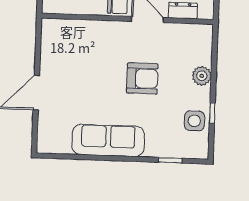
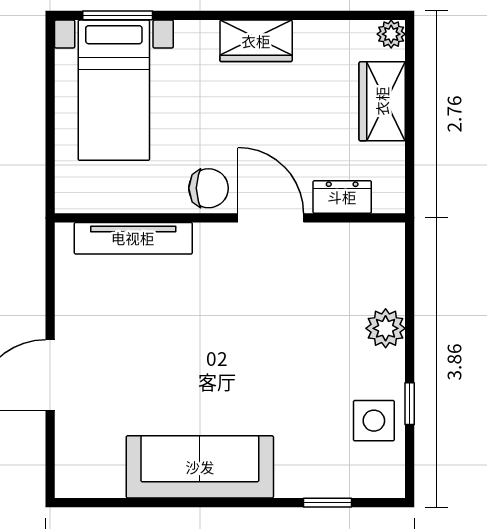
tv unit: (80, 27) -> (133, 238), added
armchair: (142, 78) -> (265, 338), removed

